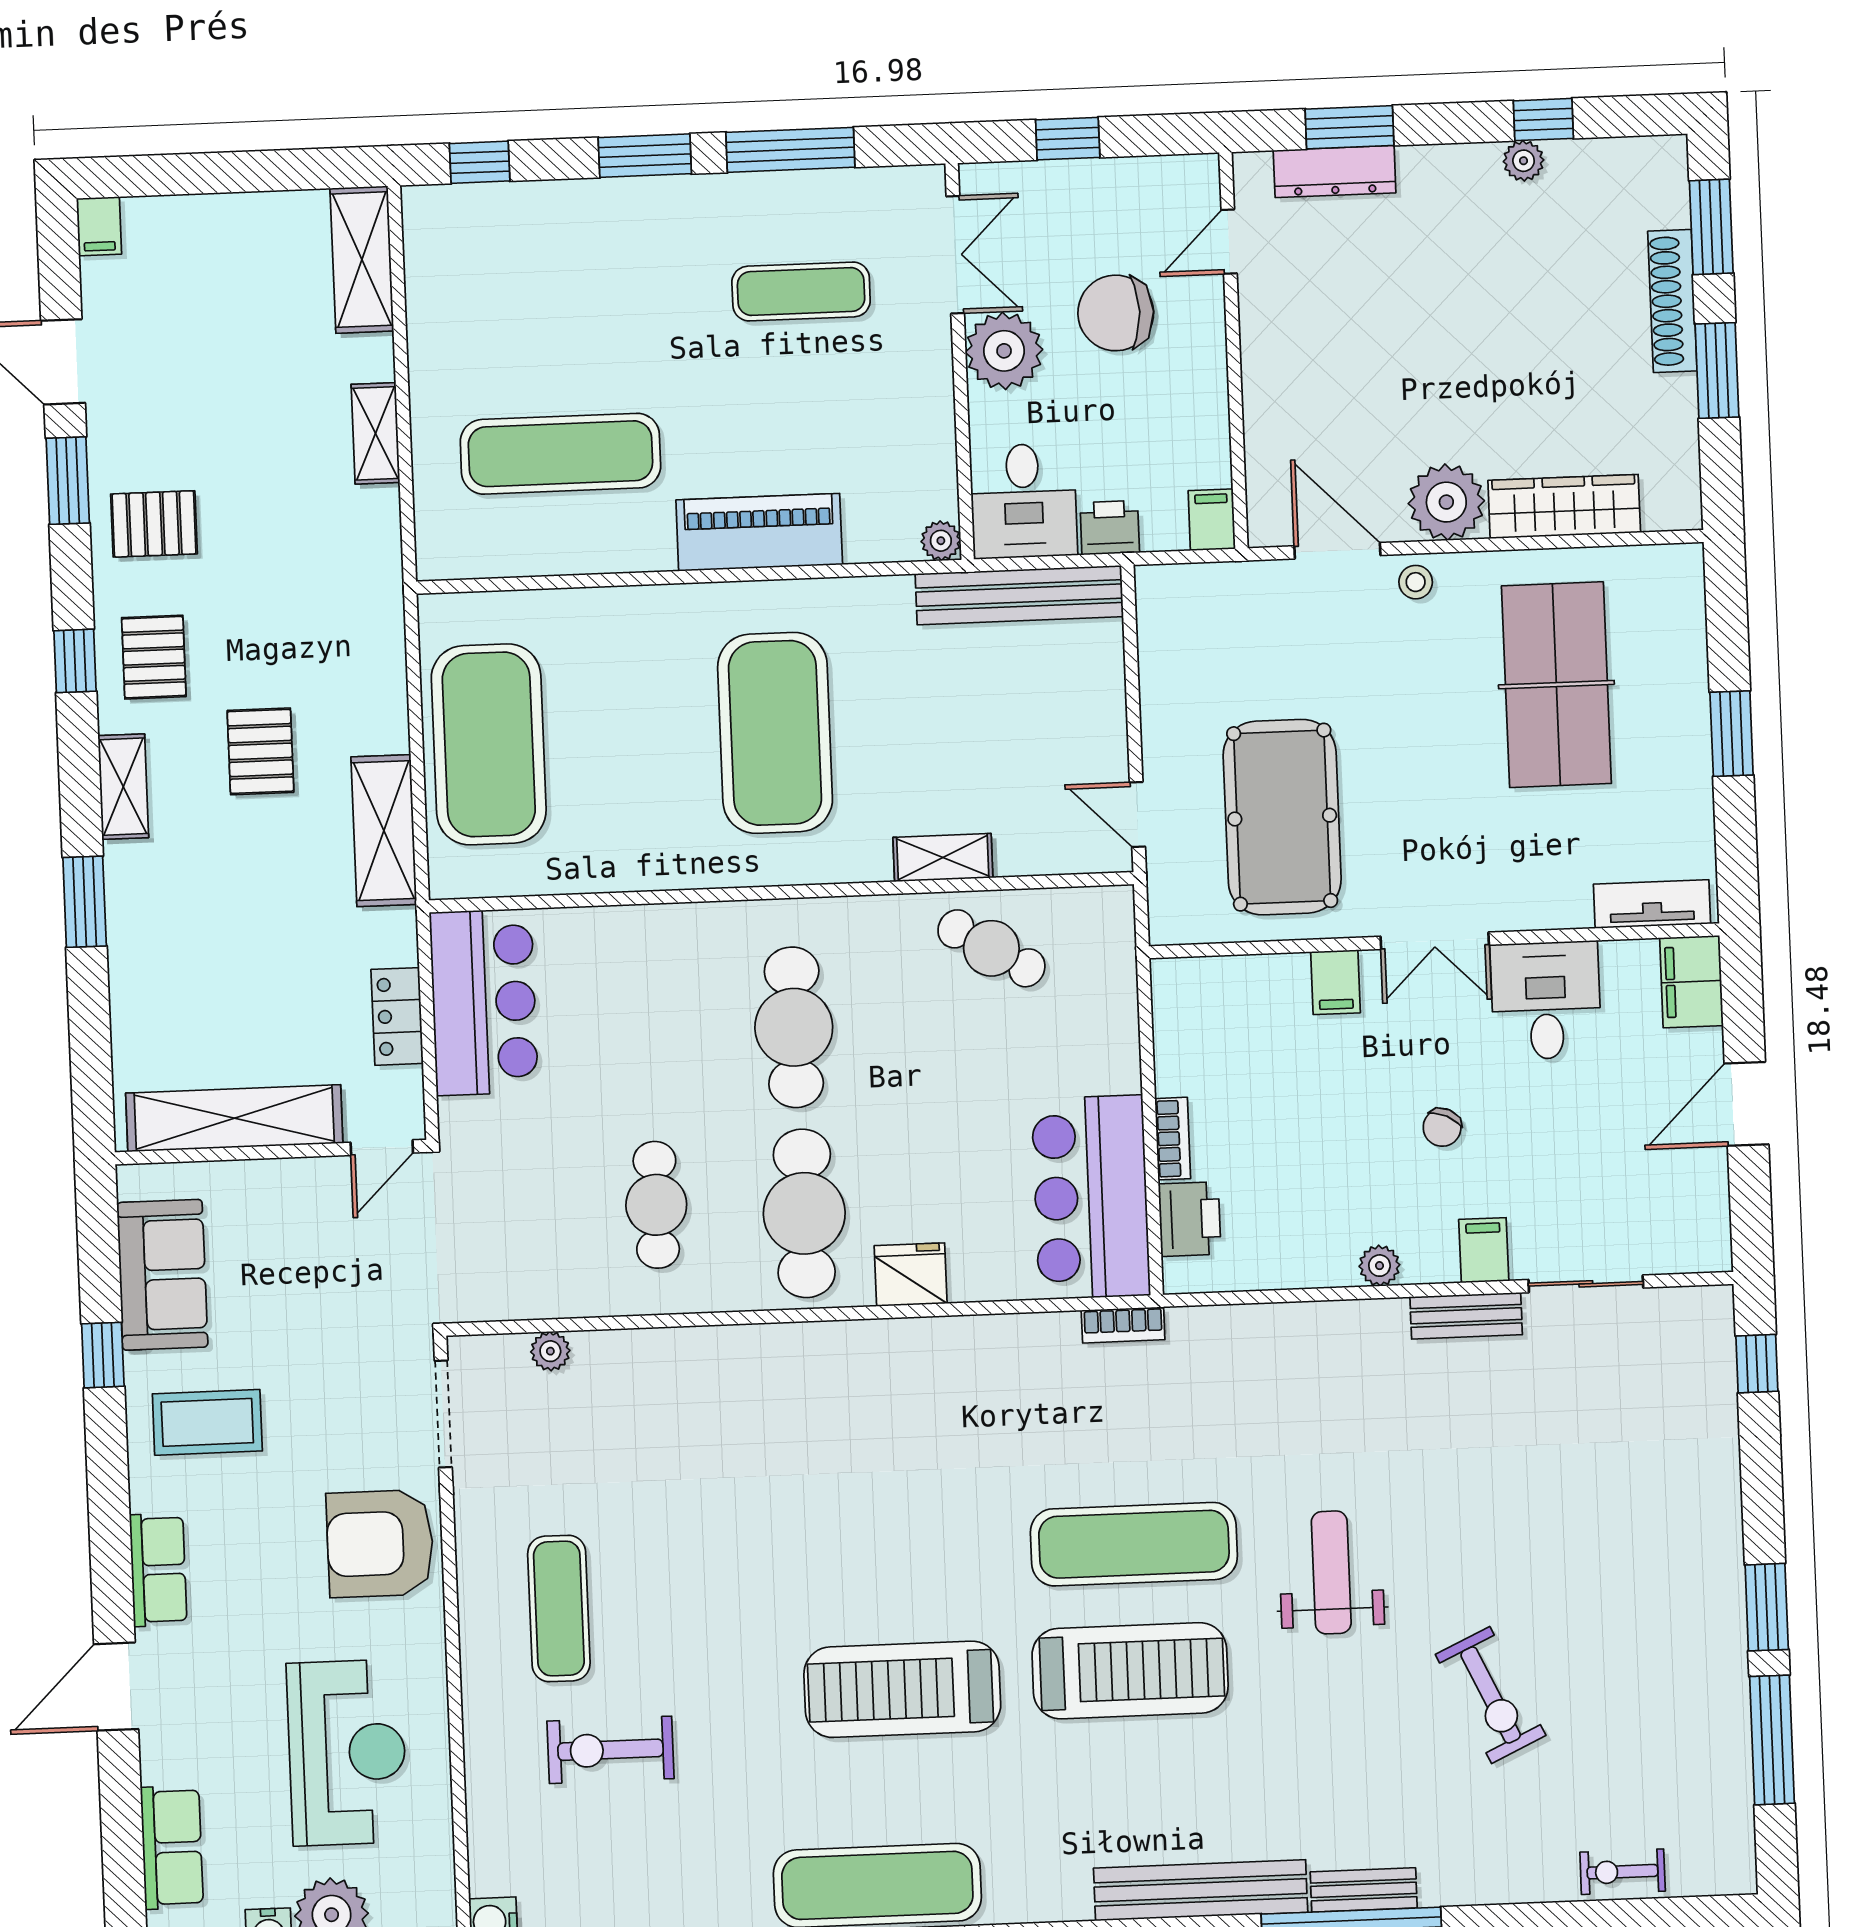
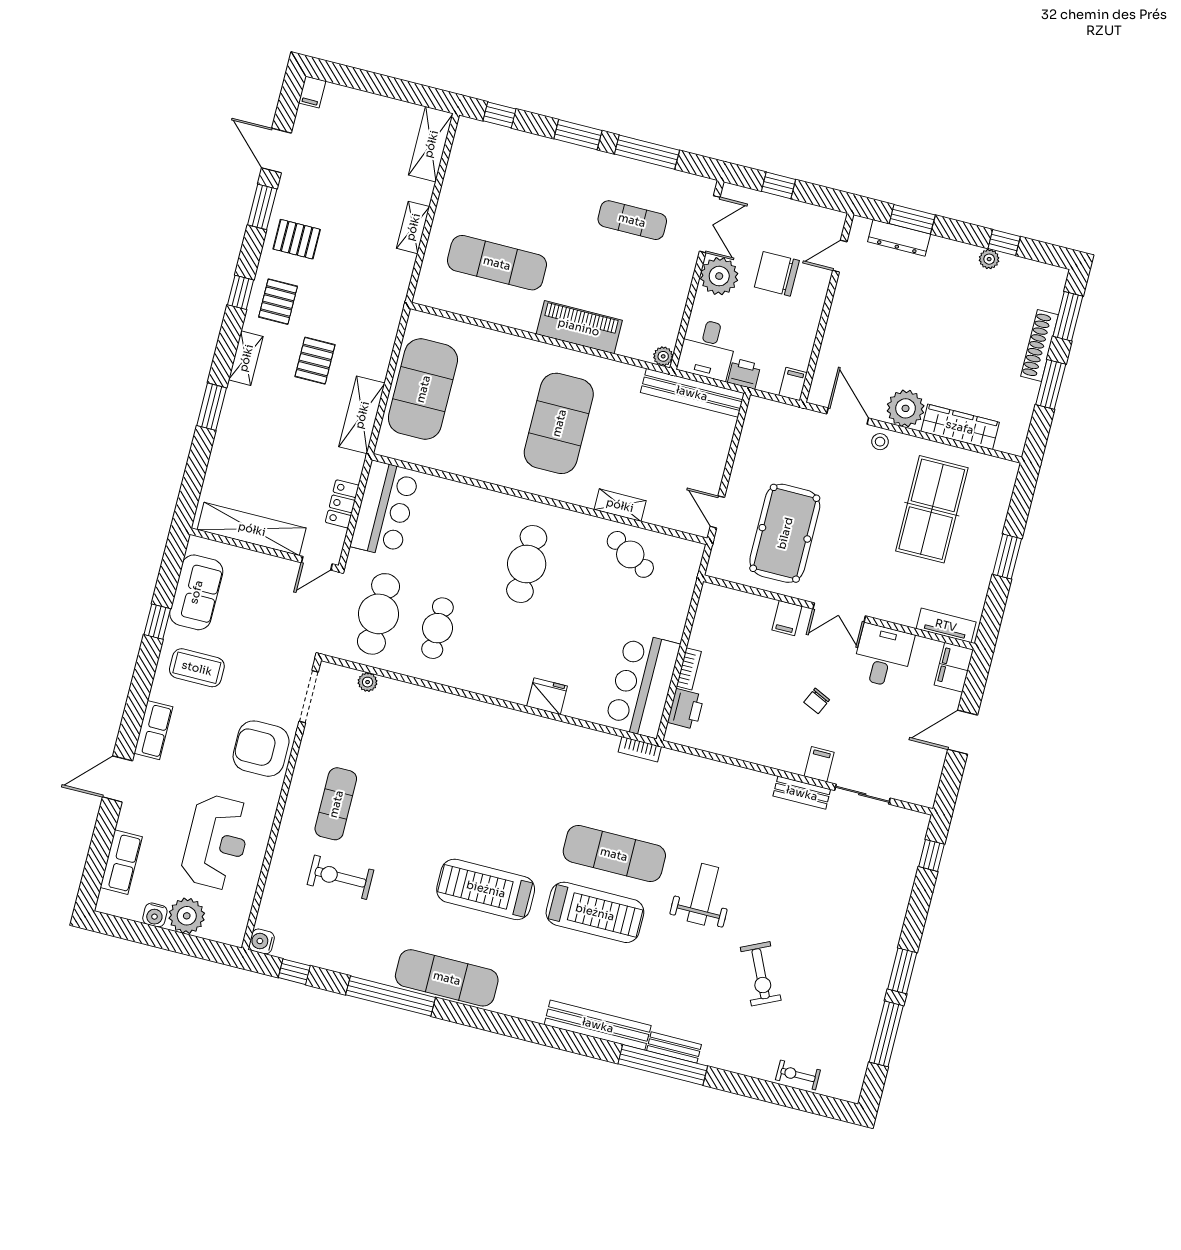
cafe table: (804, 1213) -> (379, 614), moved
plant: (1379, 1266) -> (768, 757), removed

